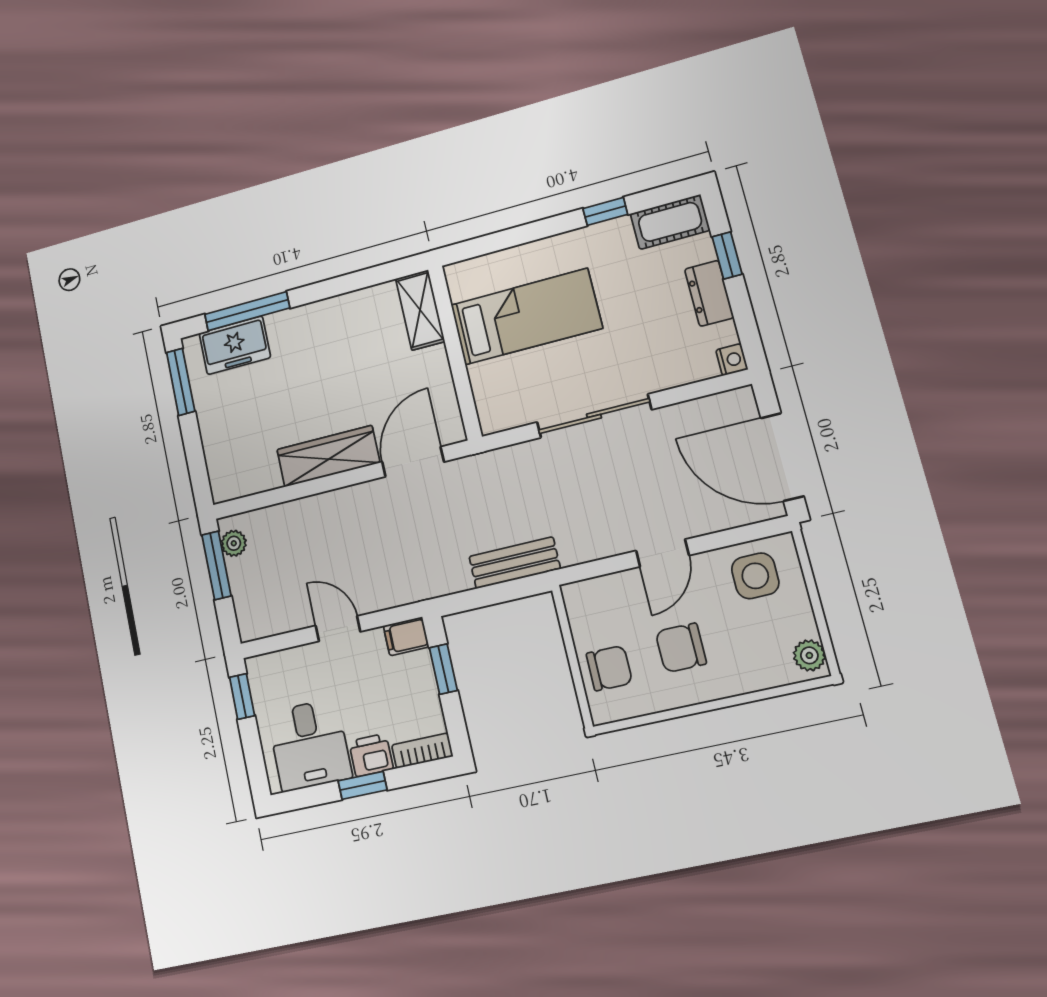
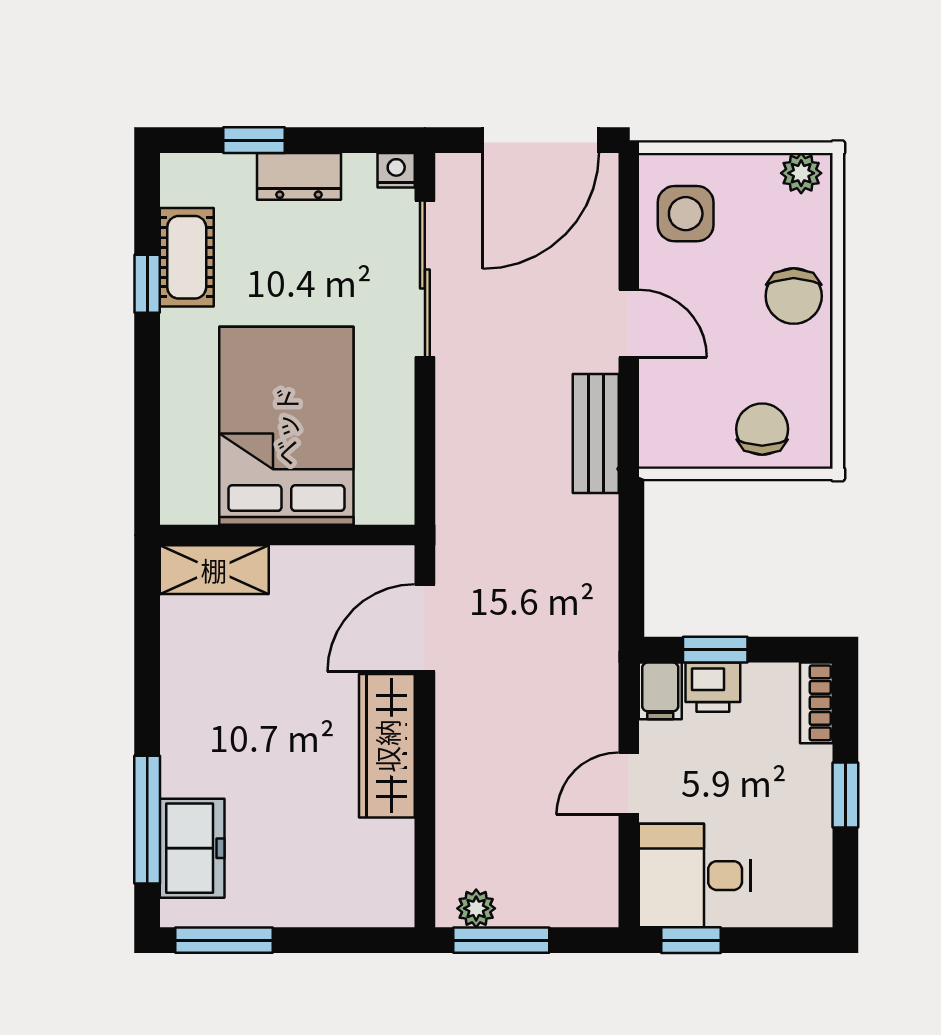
cot: (670, 222) -> (187, 257), moved
bed: (526, 317) -> (286, 426), width x1.50
sliding door: (594, 416) -> (425, 279), moved
door: (413, 462) -> (425, 628), hinge flipped
bench: (515, 563) -> (596, 434), moved
chair: (681, 648) -> (794, 296), moved
desk: (309, 745) -> (695, 876), moved, turned 180
printer: (371, 755) -> (713, 687), moved, turned -90

